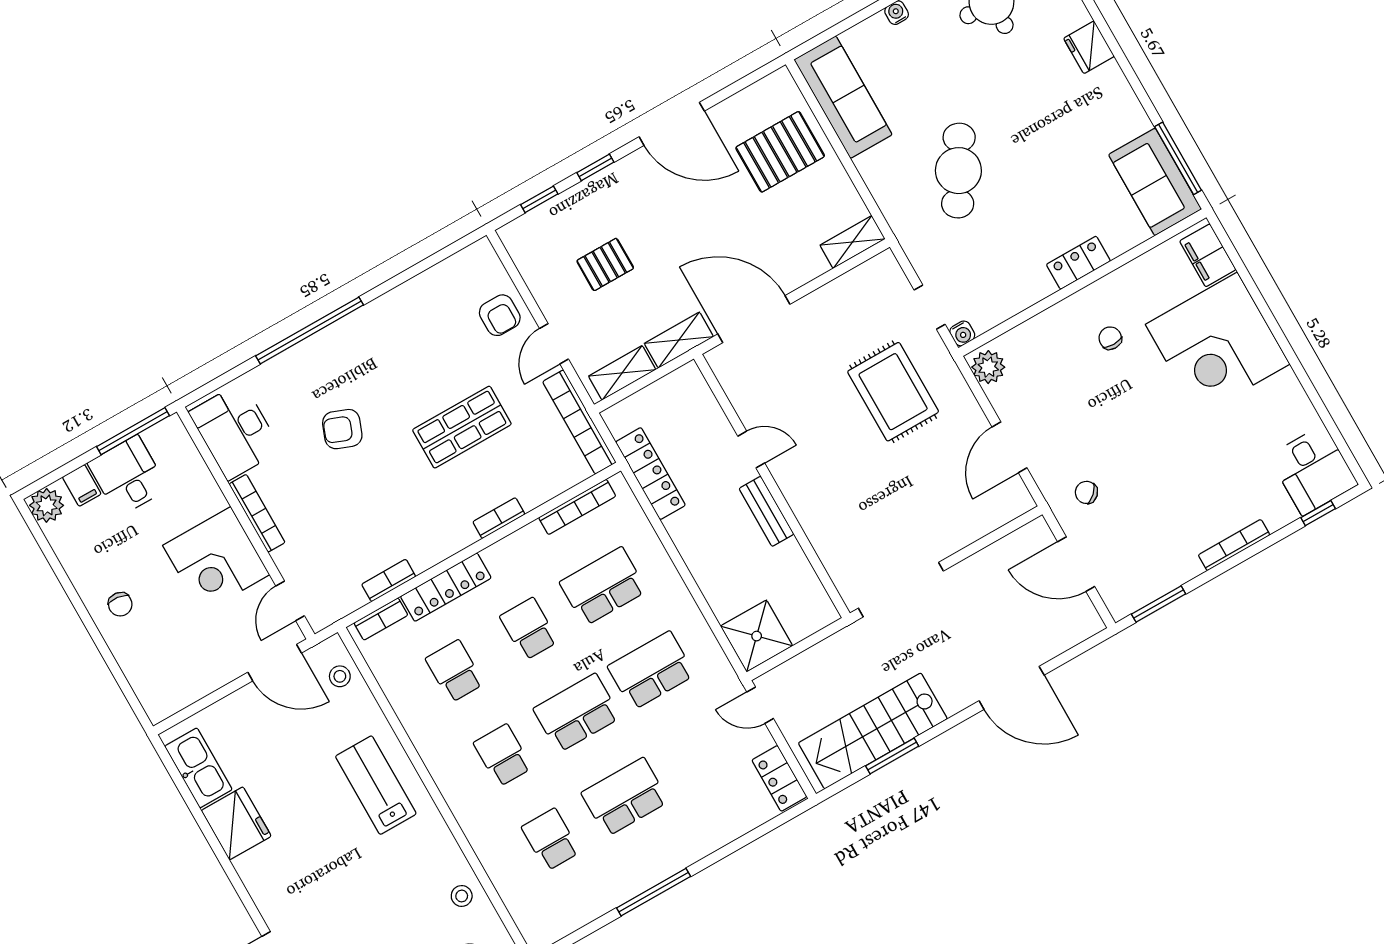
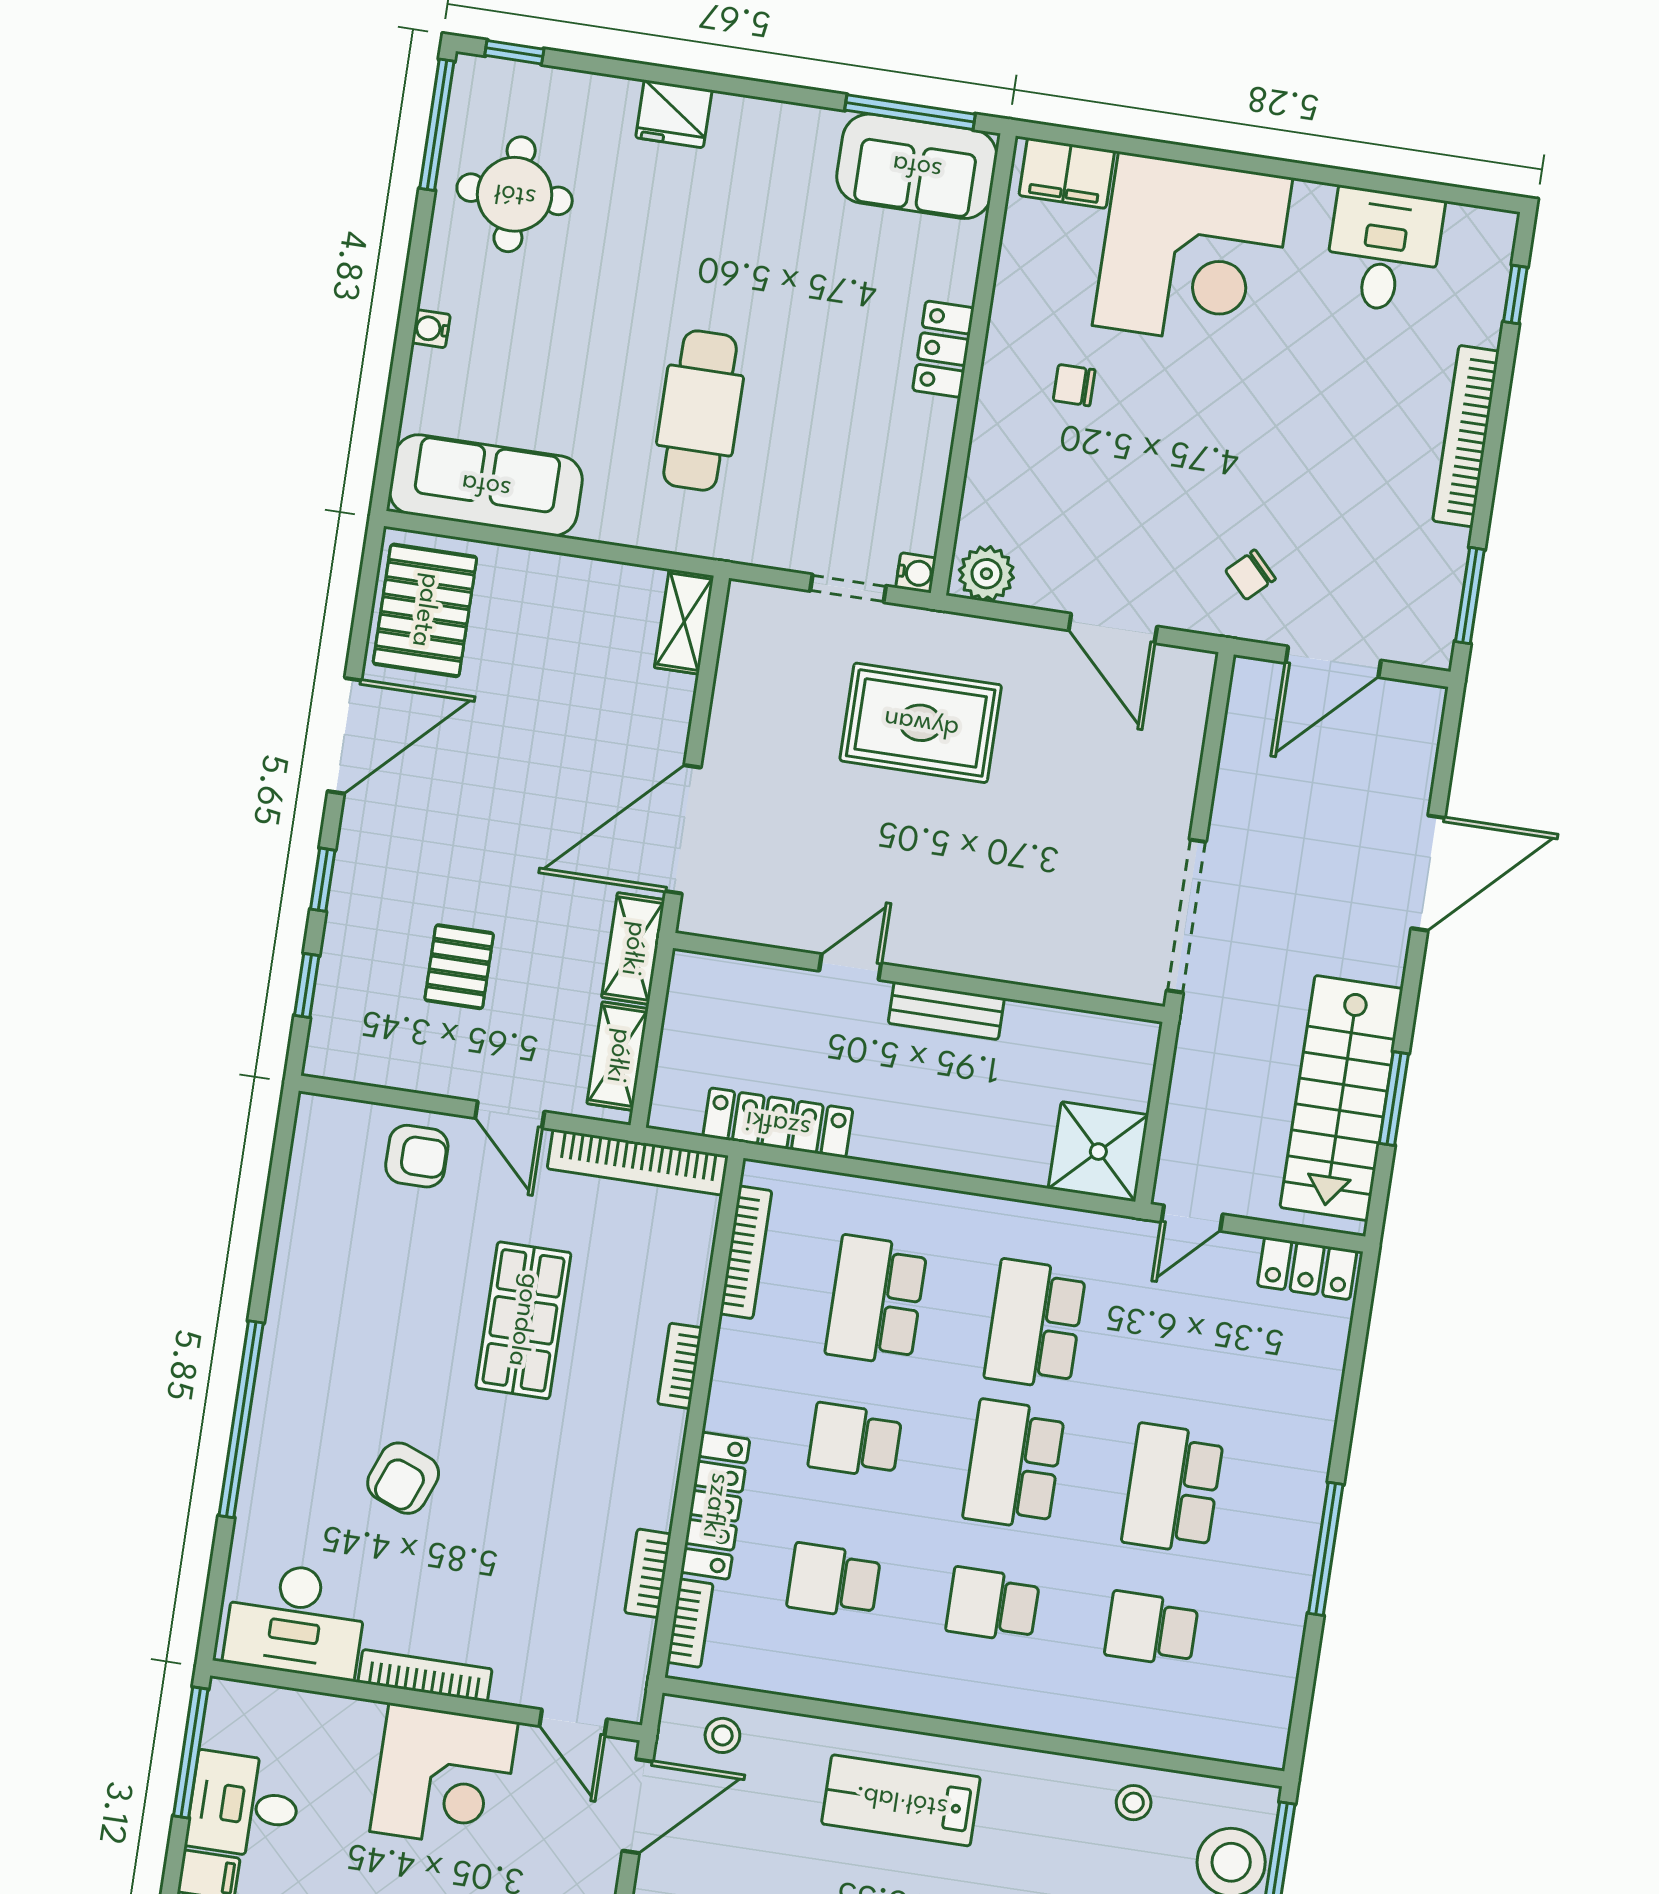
pallet: (780, 152) -> (425, 610), moved
cafe table: (958, 171) -> (700, 411), turned 59
desk: (1313, 470) -> (1384, 250), moved, turned -90
bookcase: (1234, 545) -> (1466, 436), width x1.48, depth x1.31

